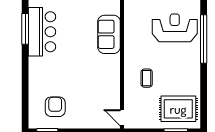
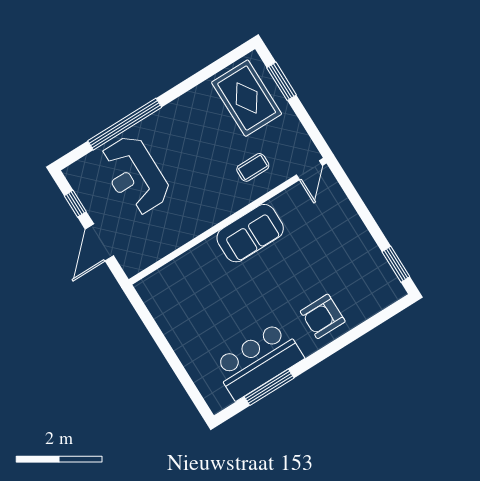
sofa: (109, 34) -> (250, 233), moved
coffee table: (147, 78) -> (253, 167), moved
armchair: (55, 107) -> (323, 316), moved

